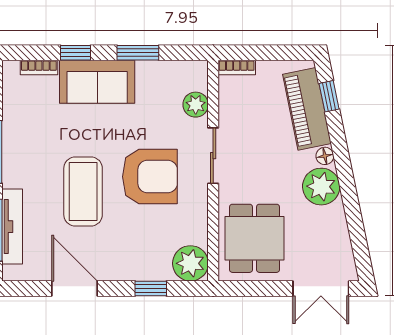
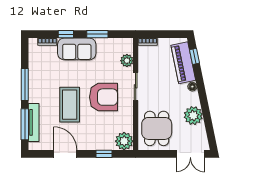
plant: (321, 187) -> (193, 116), moved

